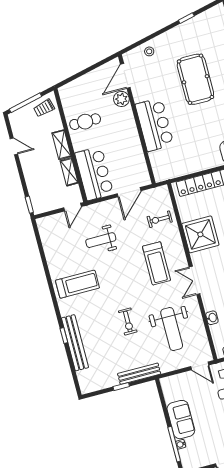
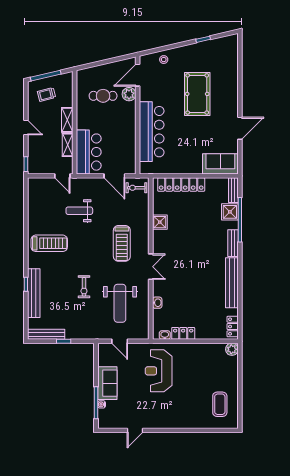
trolley: (44, 108) -> (47, 94), moved
cafe table: (85, 122) -> (103, 96), moved
bar counter: (154, 125) -> (152, 132), width x1.36
door: (14, 146) -> (26, 128), moved
door: (129, 192) -> (114, 176), hinge flipped
door: (72, 207) -> (62, 176), hinge flipped
exercise bike: (160, 219) -> (136, 188), moved
shower: (200, 234) -> (160, 222), width x0.54, depth x0.54
double door: (195, 280) -> (151, 267), swing flipped
door: (200, 366) -> (120, 341), moved
bench: (139, 374) -> (46, 334), moved

